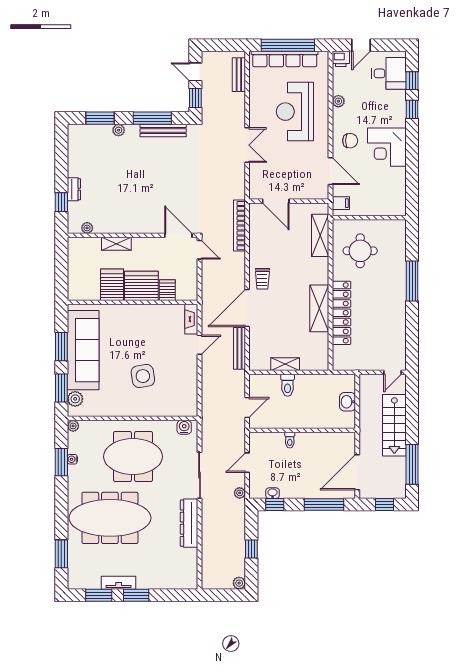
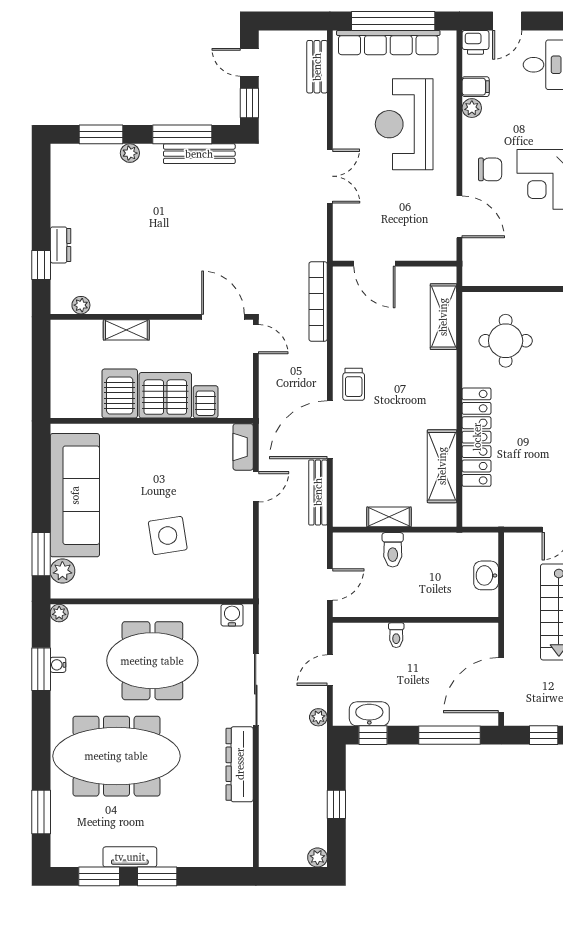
filing cabinet: (341, 203) -> (476, 87), moved
shelving: (319, 308) -> (442, 466), moved
window: (61, 347) -> (41, 490), removed
washbasin: (273, 493) -> (369, 714), width x1.91, depth x1.45

